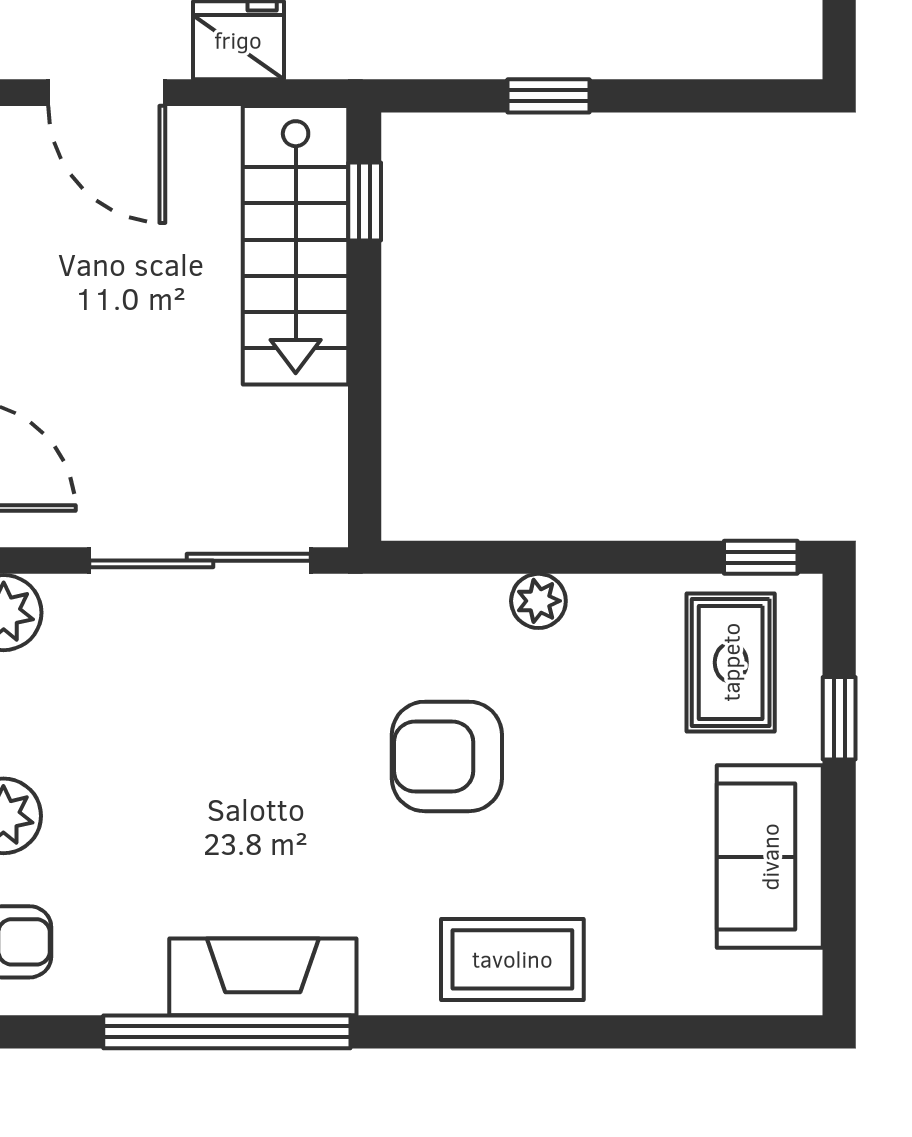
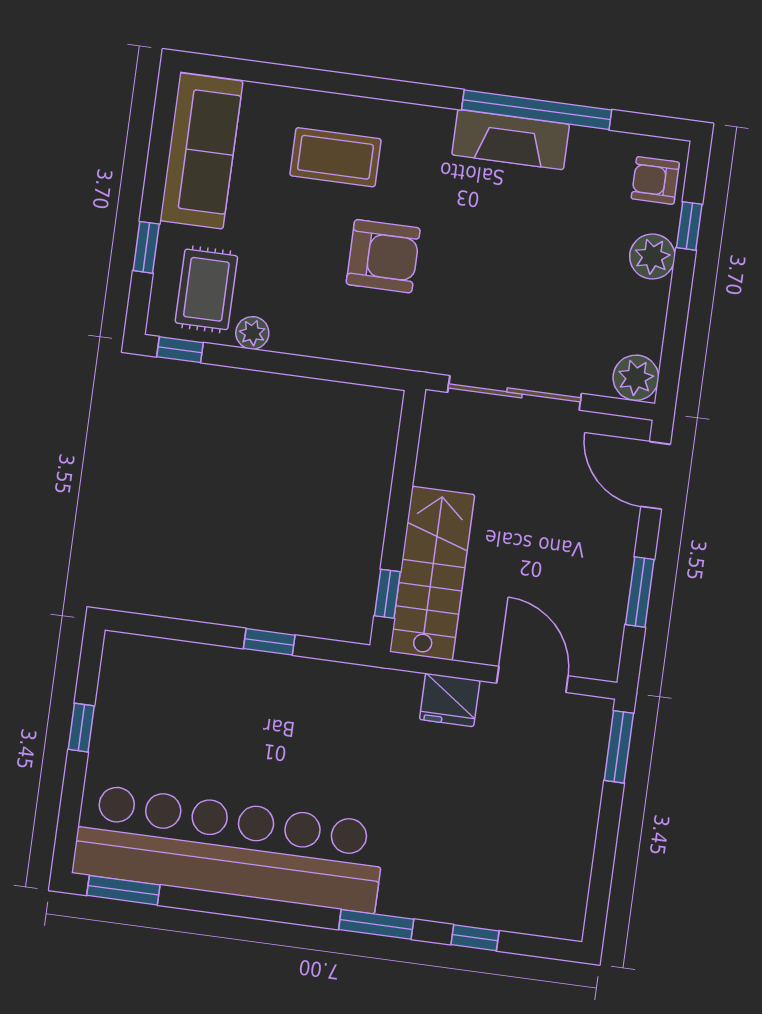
plant: (538, 601) -> (252, 333), moved
sofa: (770, 857) -> (201, 151), width x1.36
coffee table: (512, 959) -> (335, 157), moved

